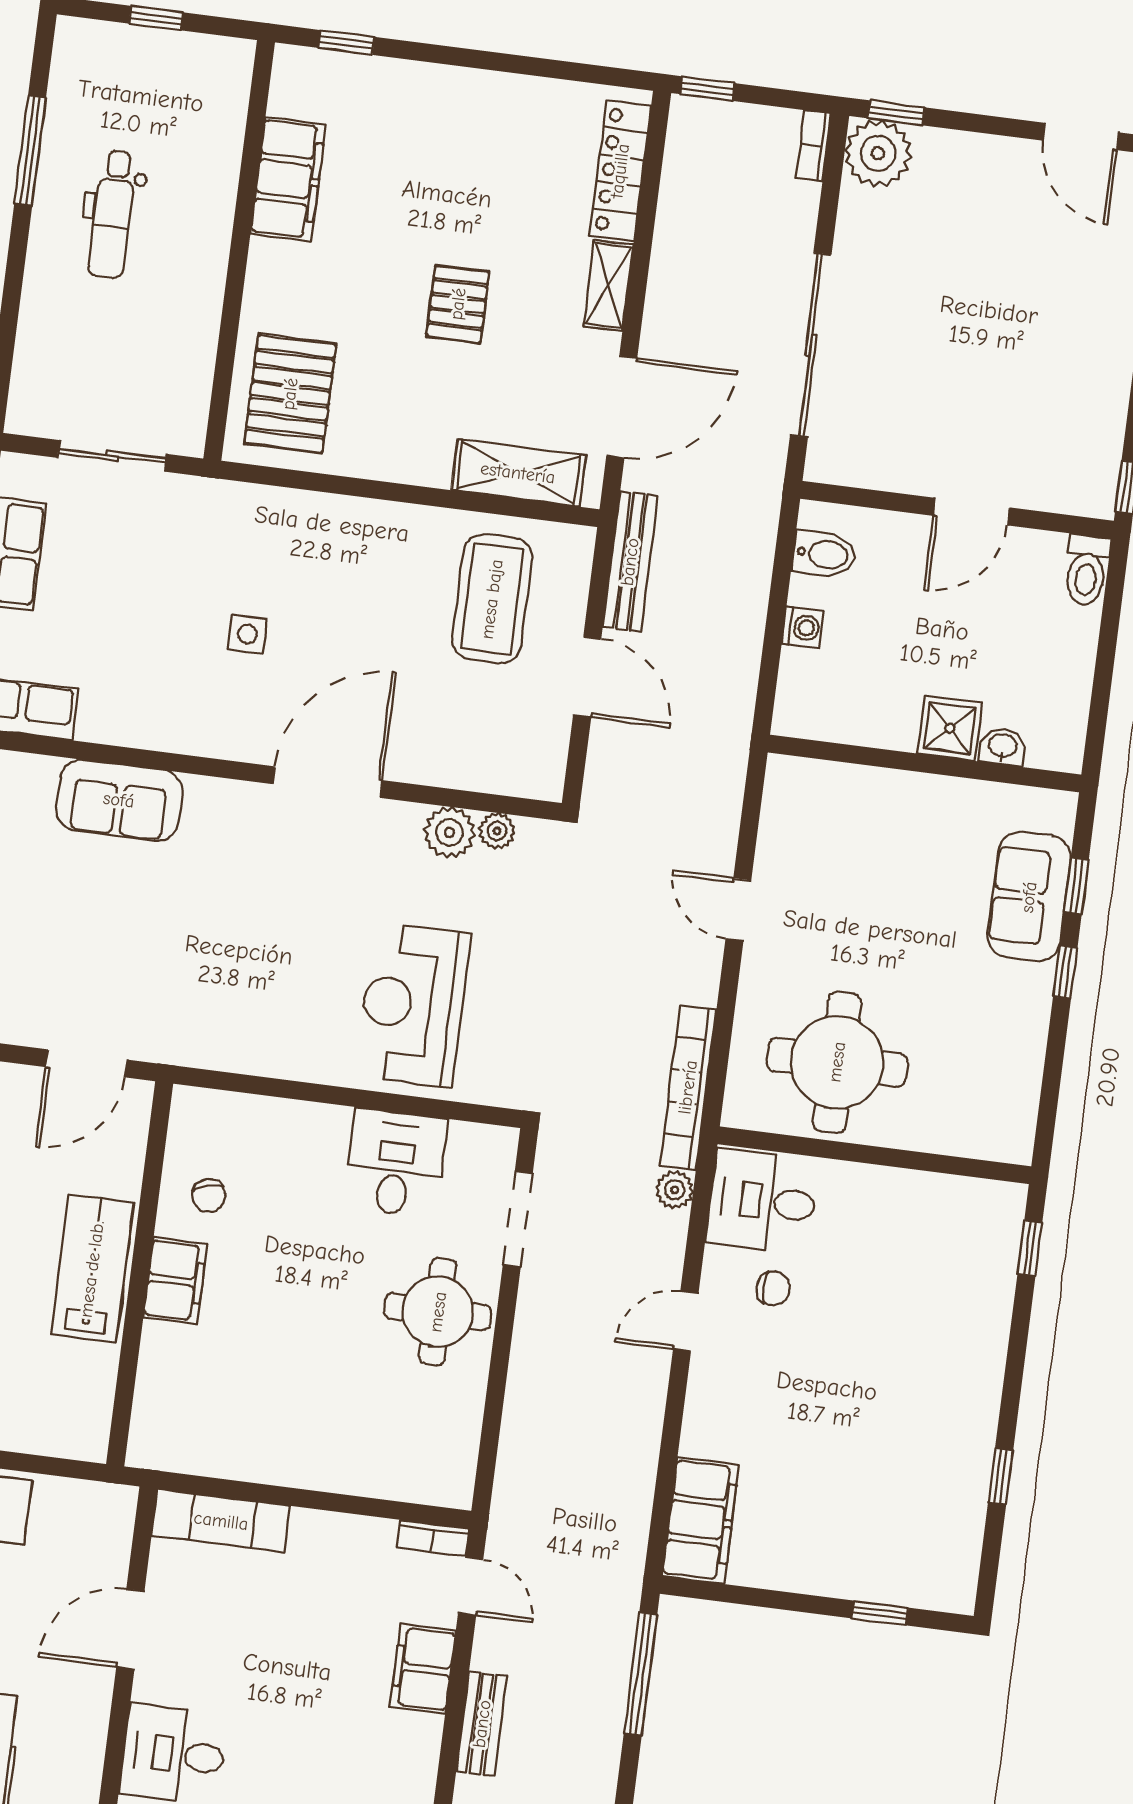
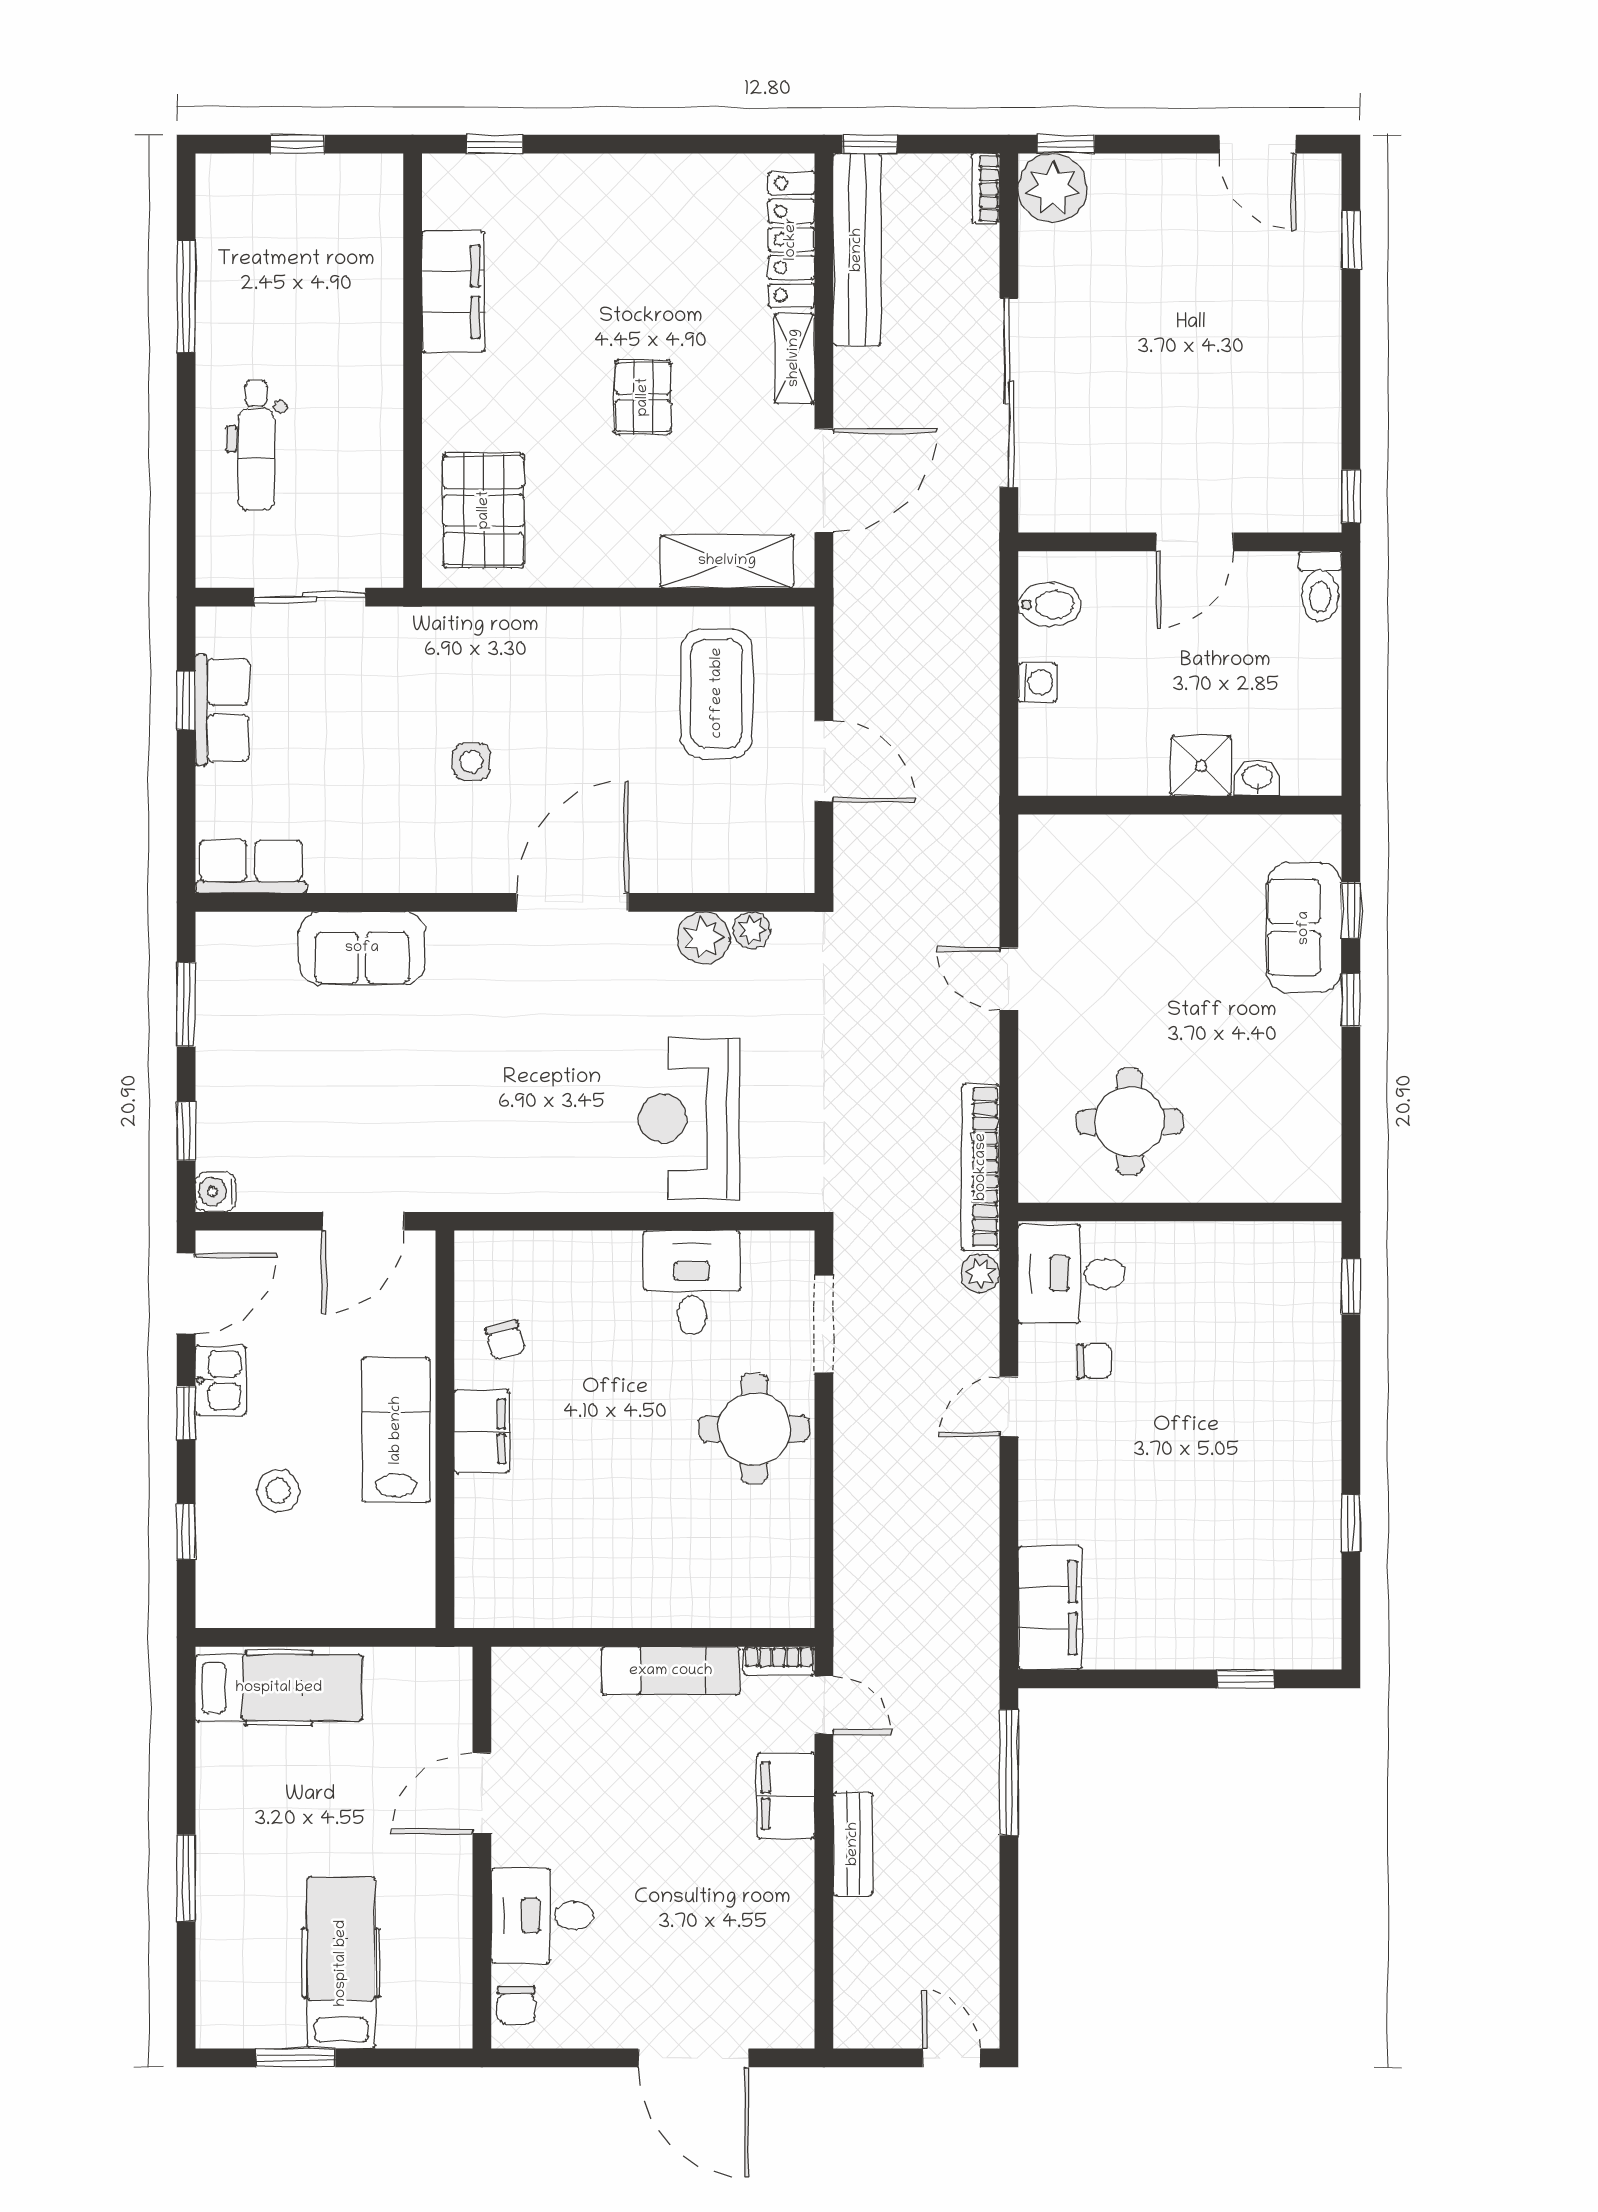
dental chair: (112, 214) -> (256, 445), moved
bench: (630, 562) -> (857, 250), moved, width x1.37, depth x1.21
round table: (837, 1062) -> (1130, 1122), width x0.73, depth x0.73
exam couch: (221, 1521) -> (671, 1671), moved

